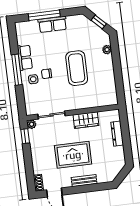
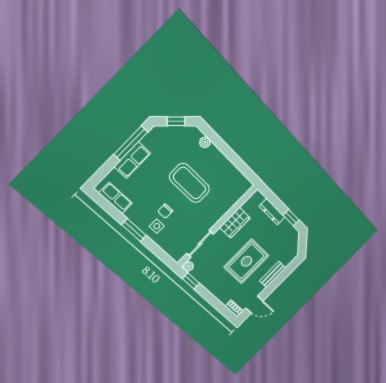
window: (44, 15) -> (131, 143), moved
row of seats: (25, 58) -> (116, 198), moved
window: (17, 70) -> (134, 230), width x0.69
window: (127, 149) -> (291, 218), added

